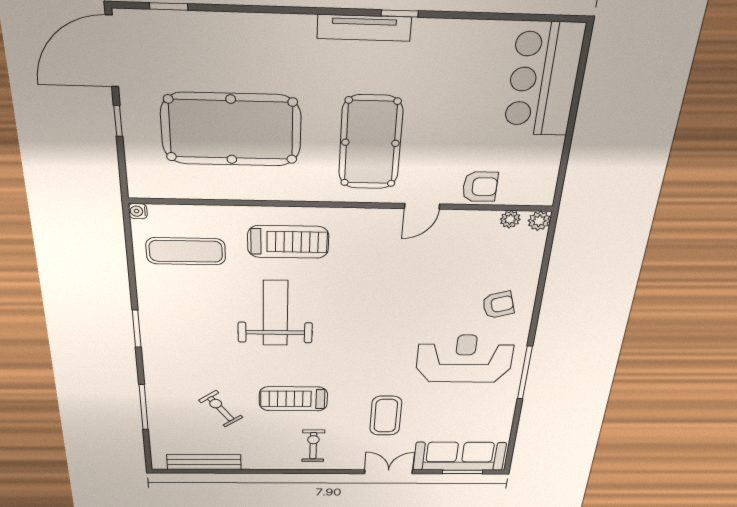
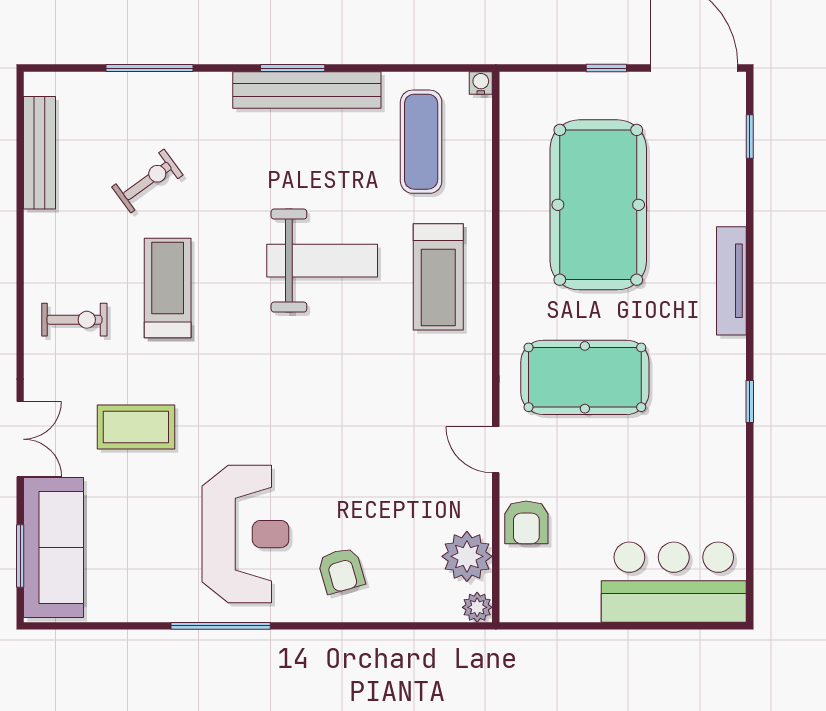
tv unit: (364, 28) -> (731, 281), moved
plant: (510, 219) -> (467, 556), width x1.87, depth x1.87
bench: (152, 321) -> (307, 90), added

